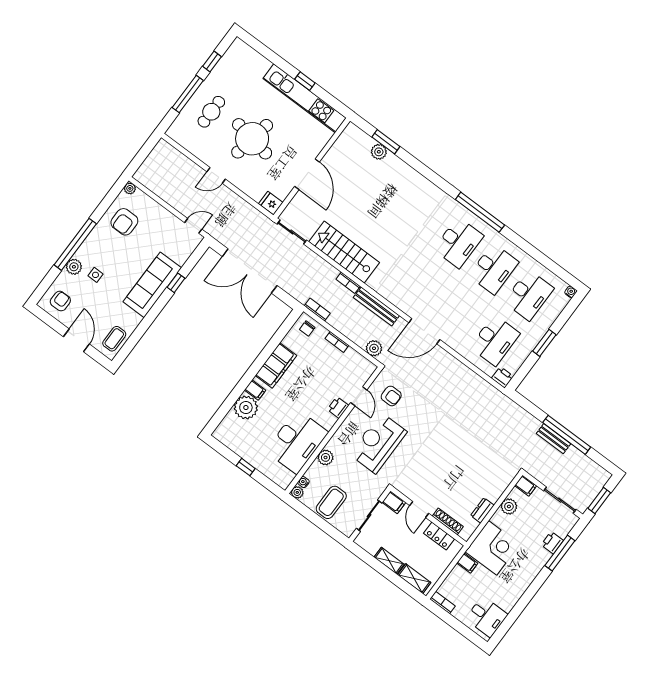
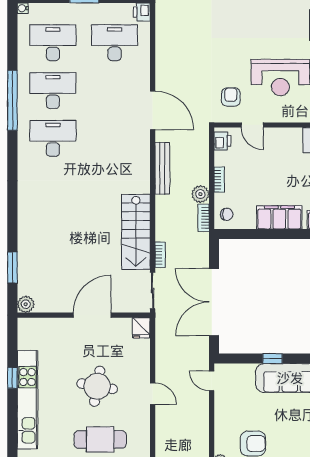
kitchen unit: (305, 98) -> (27, 400), moved
cafe table: (211, 112) -> (100, 439), width x1.37, depth x1.35
round table: (252, 139) -> (97, 386), width x0.73, depth x0.73
plant: (379, 152) -> (26, 304), moved
window: (480, 212) -> (12, 100), moved
double door: (250, 271) -> (214, 302), swing flipped
bookcase: (348, 283) -> (160, 255), moved
plant: (374, 348) -> (200, 194), moved
door: (359, 396) -> (252, 125), swing flipped
printer: (338, 407) -> (222, 141), moved, turned -90

